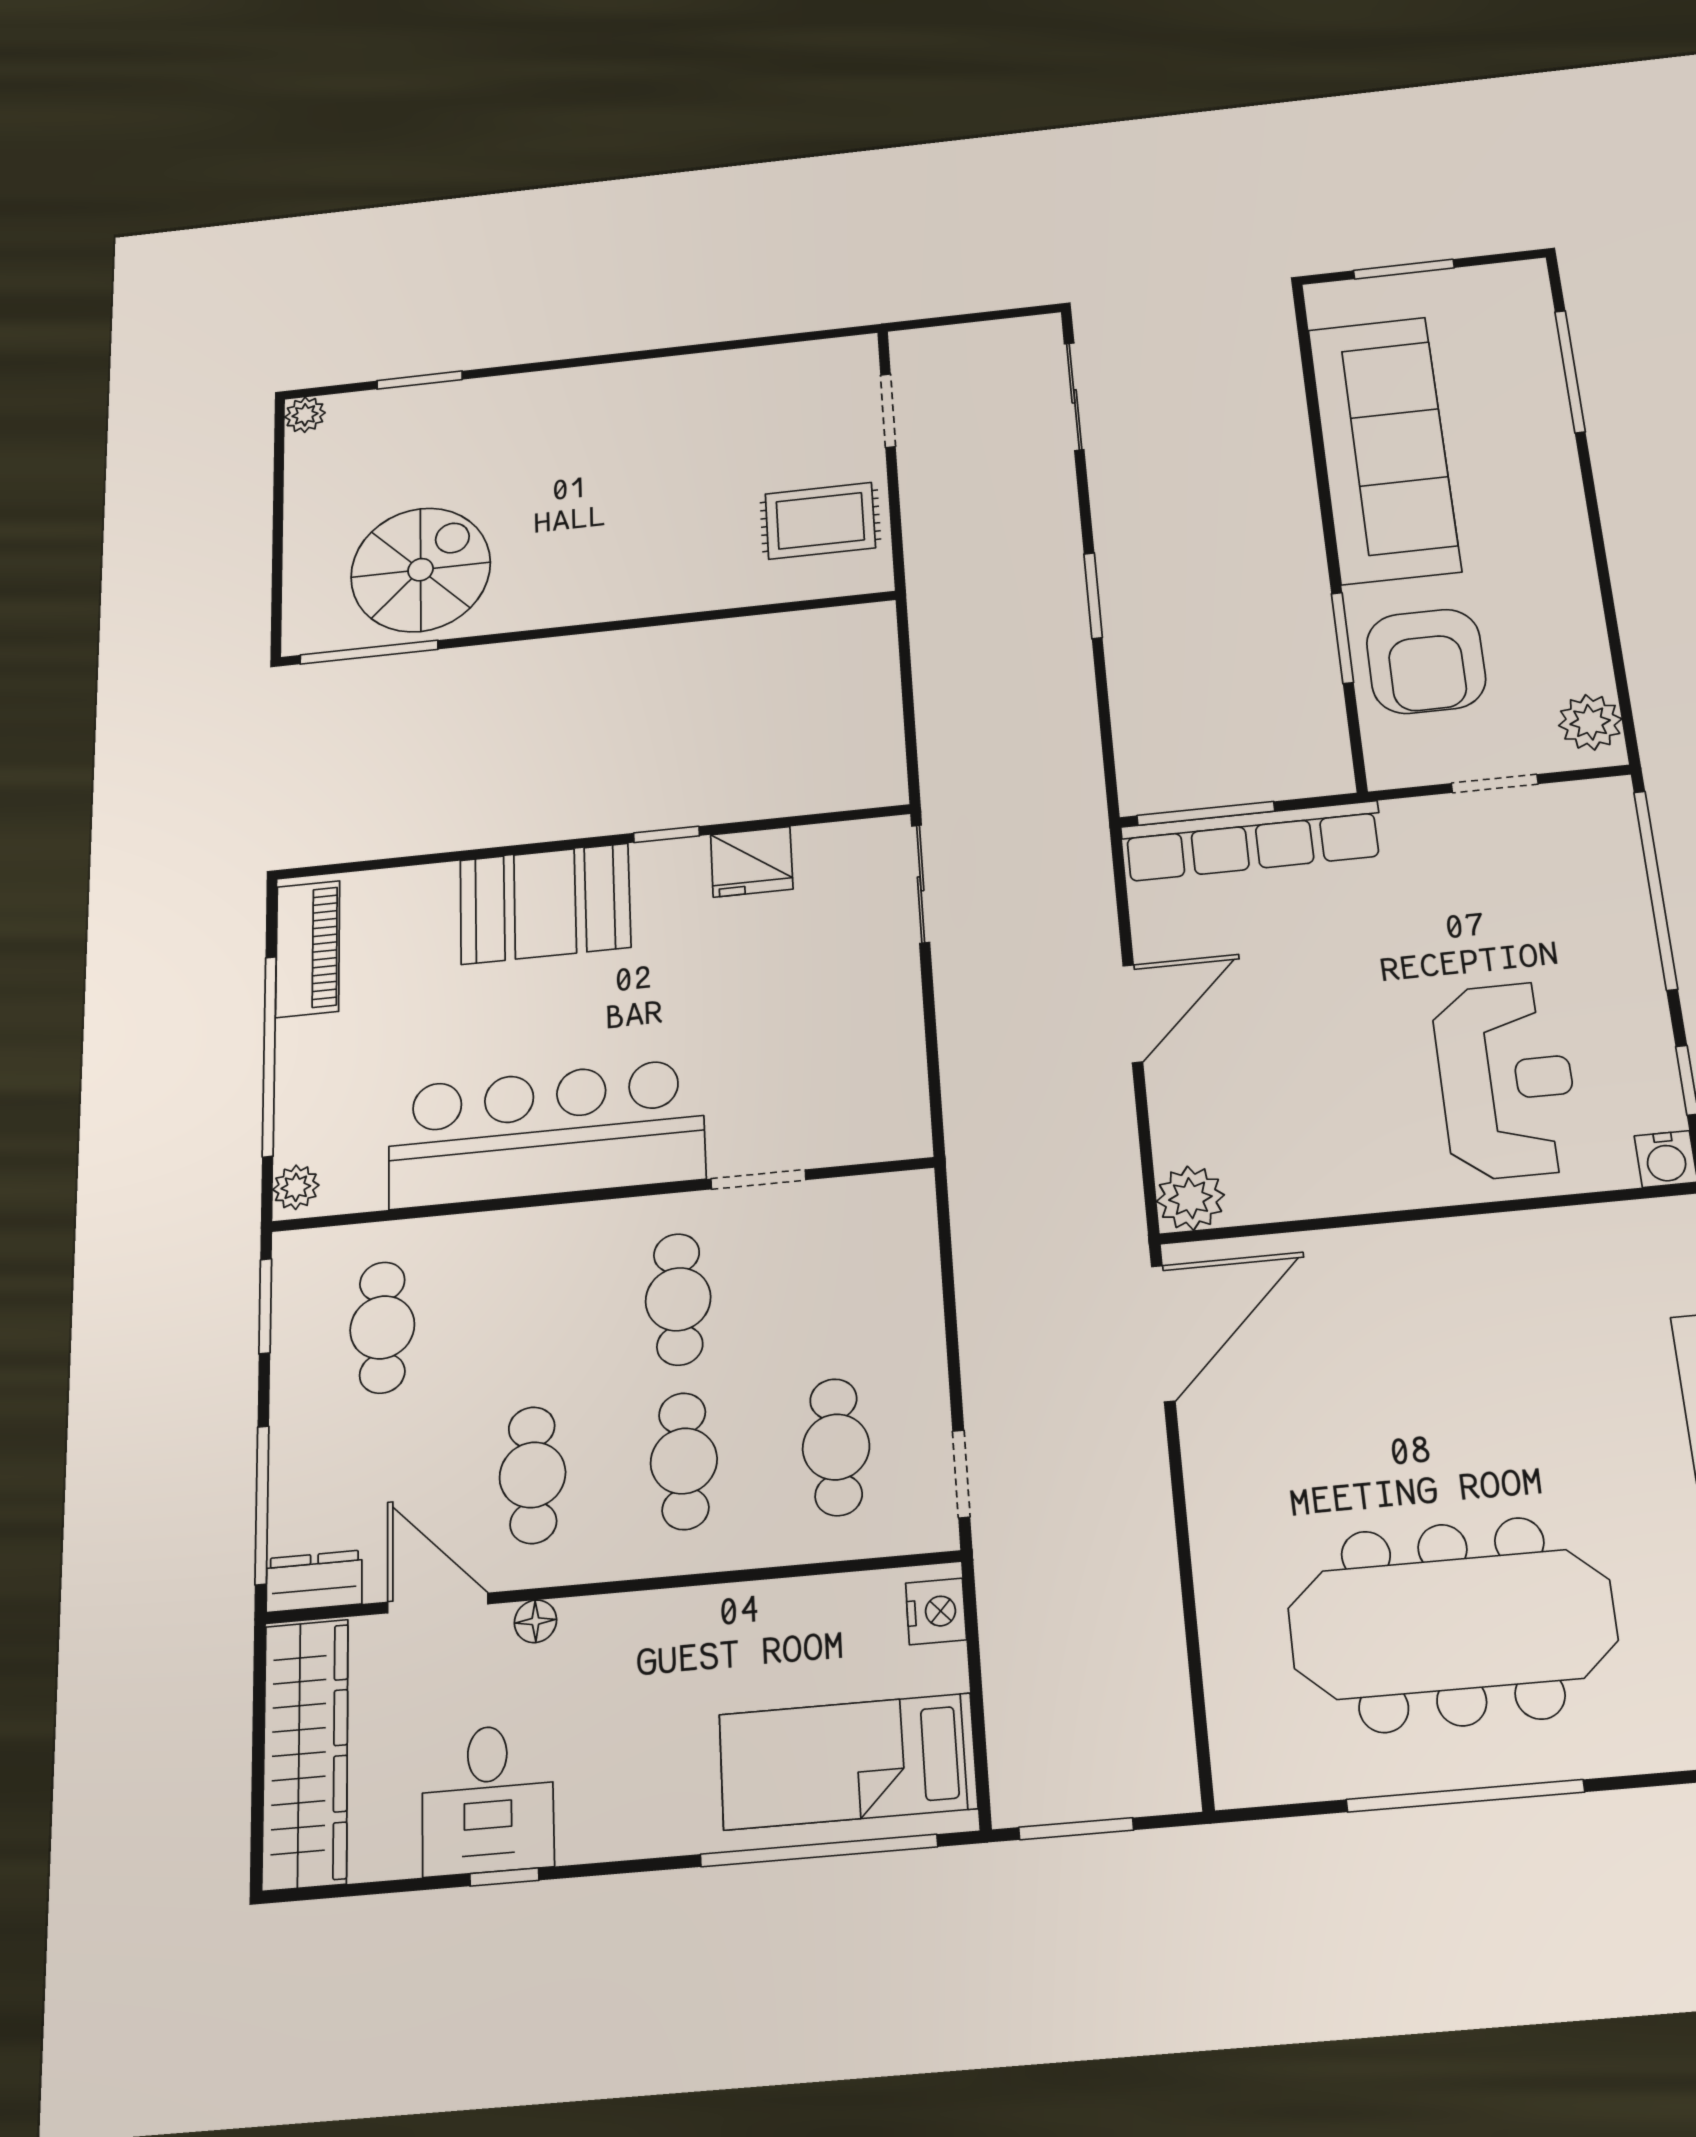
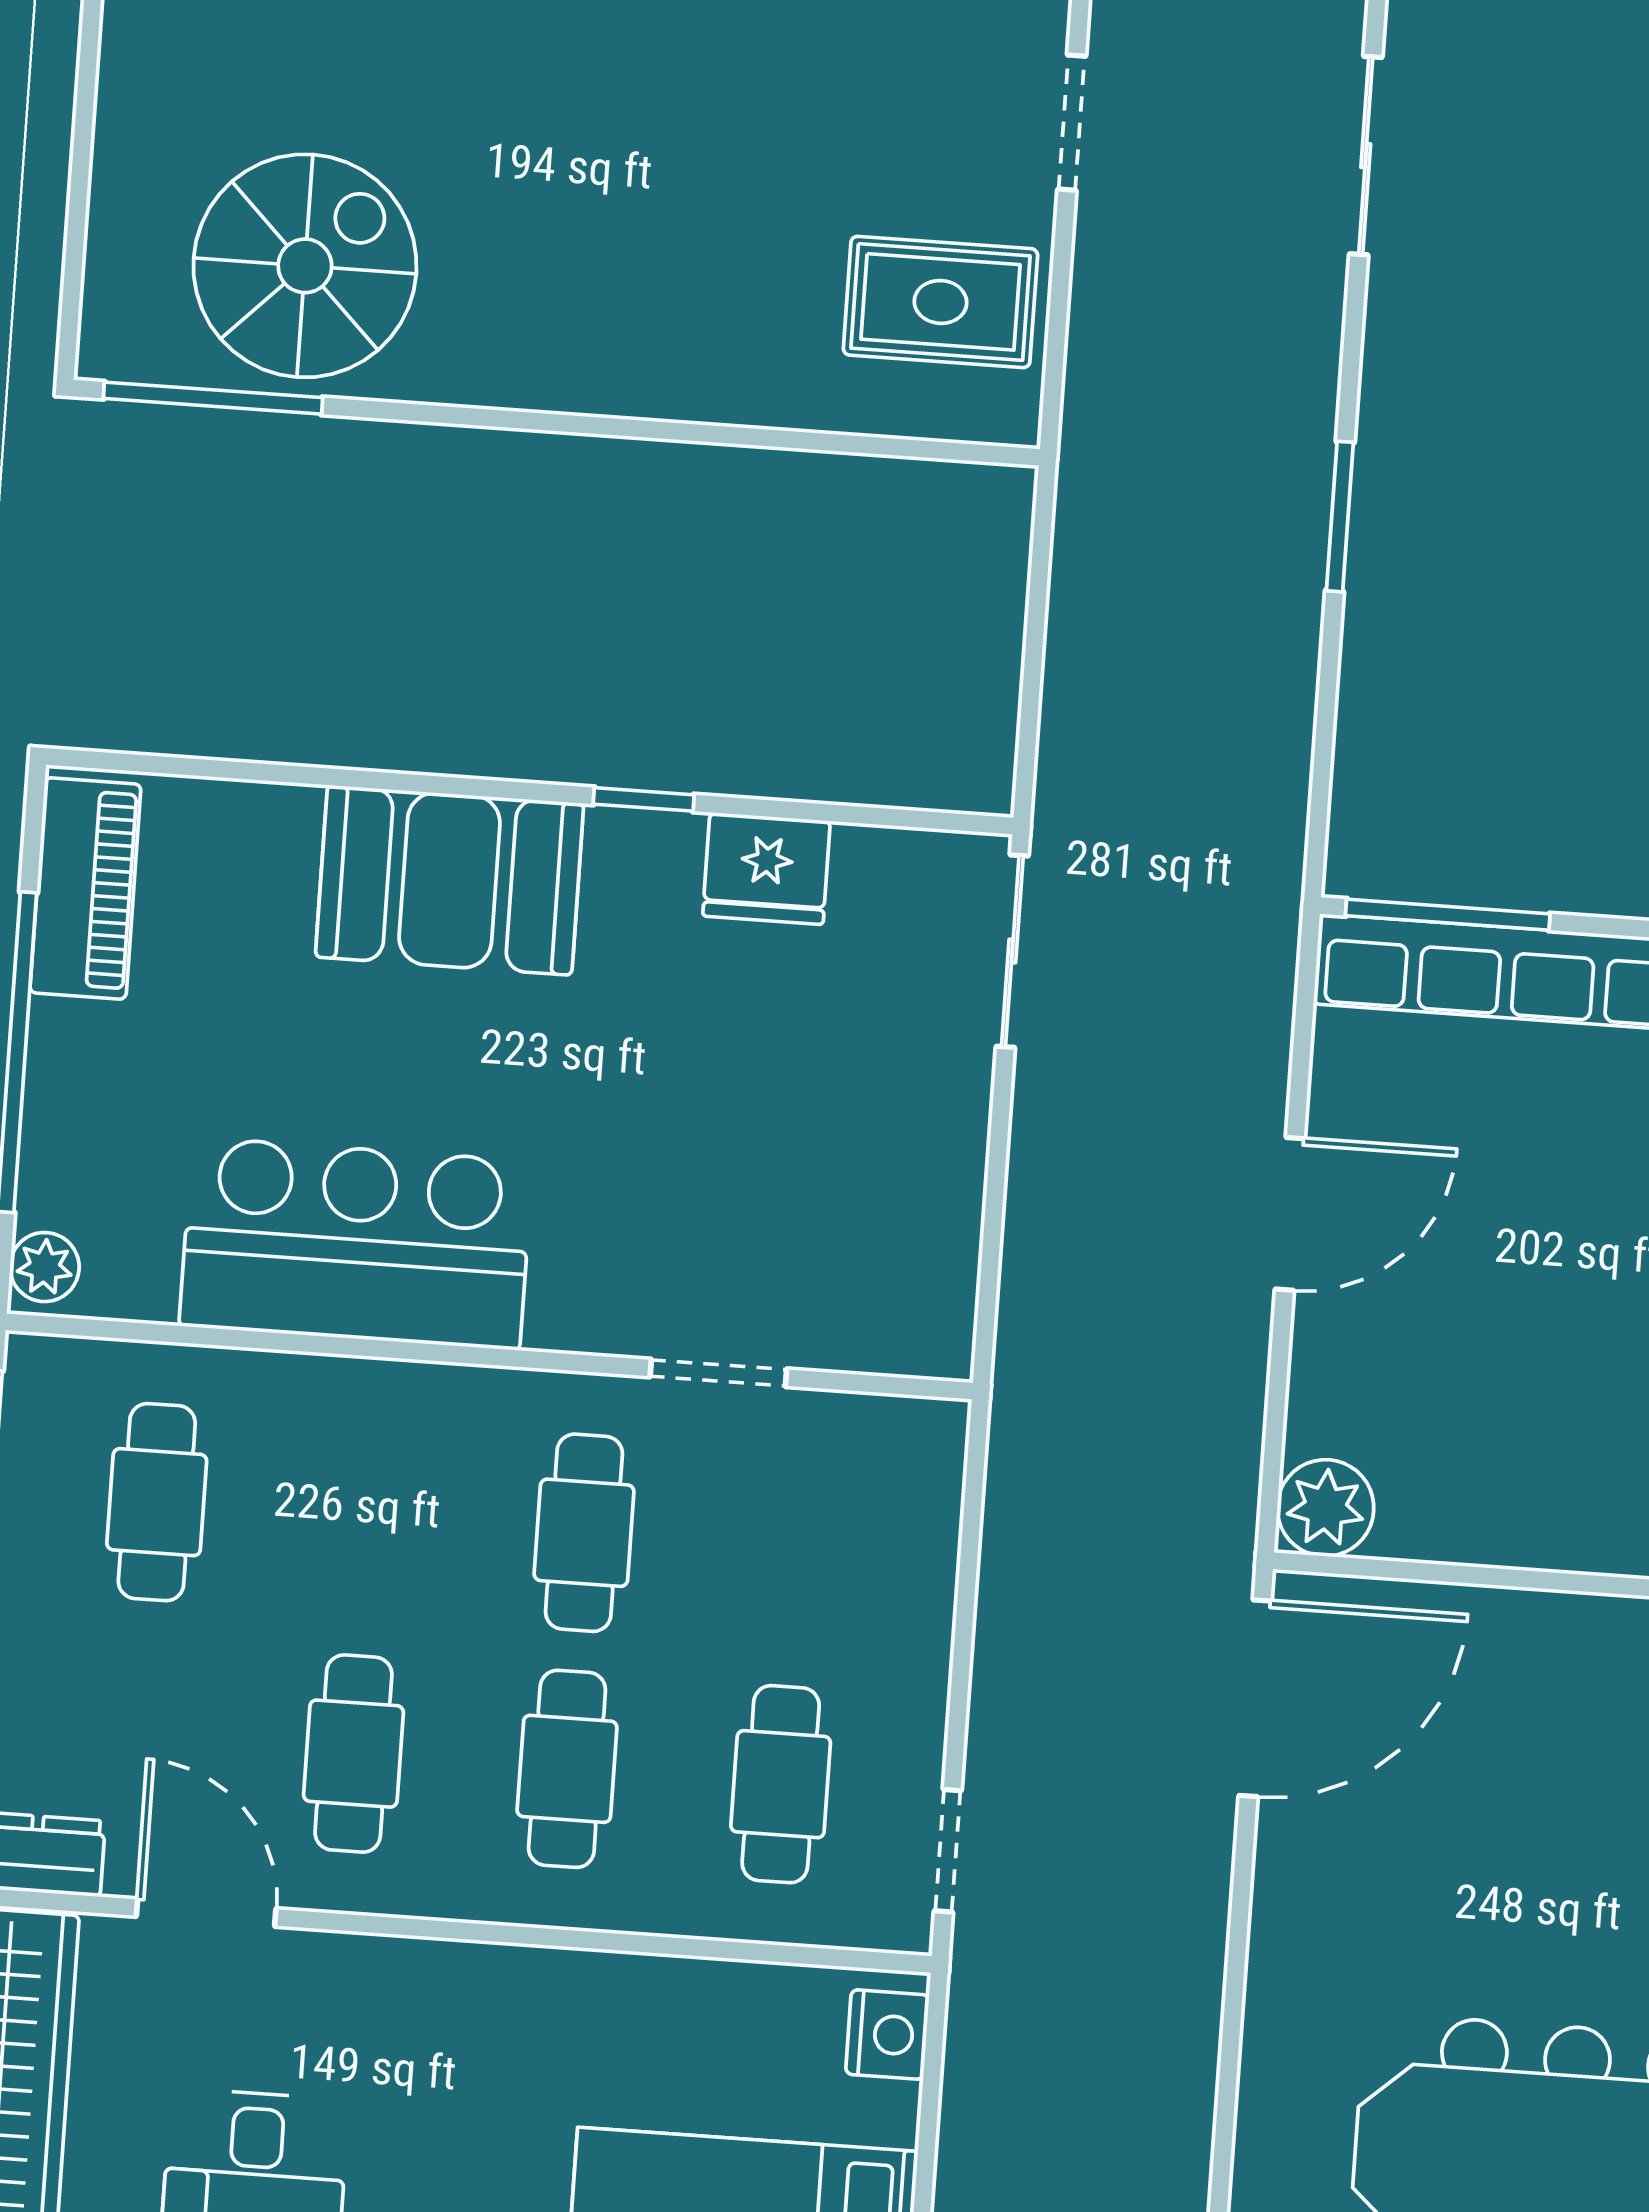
bar counter: (546, 1133) -> (356, 1243), width x0.73
floor lamp: (535, 1621) -> (339, 1960), removed

